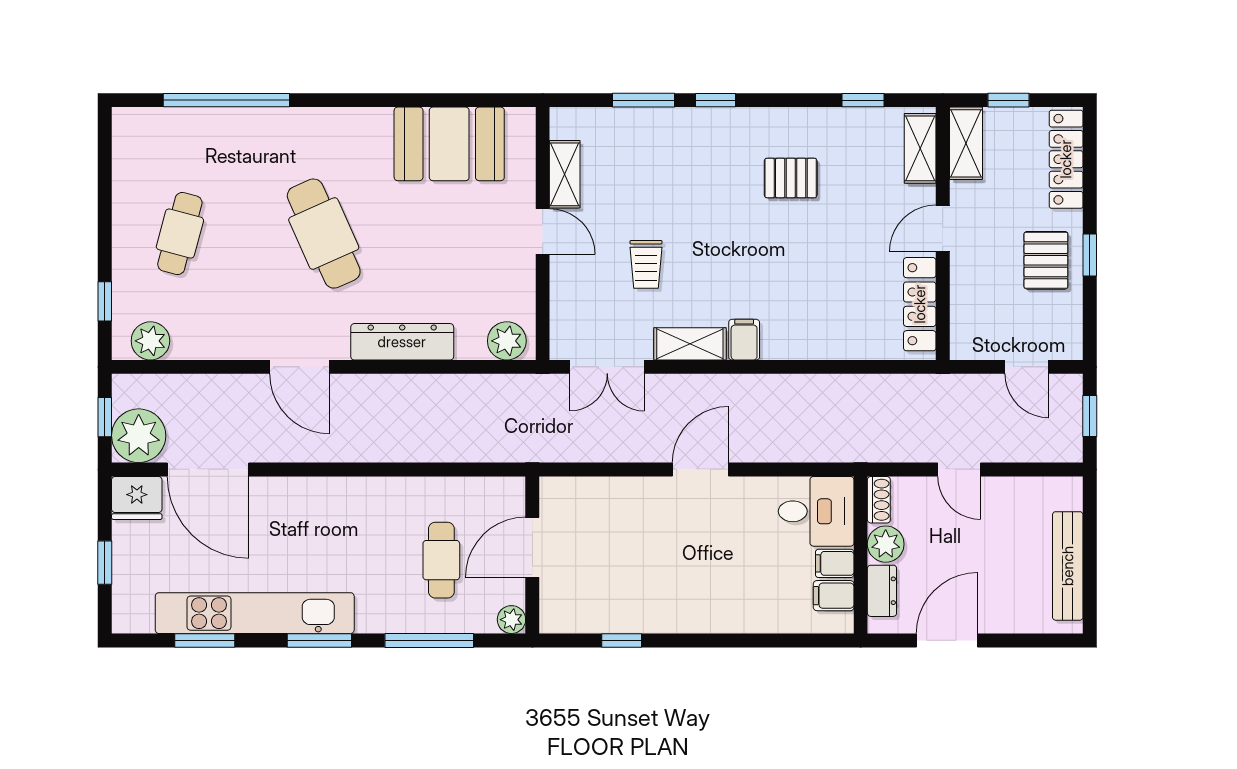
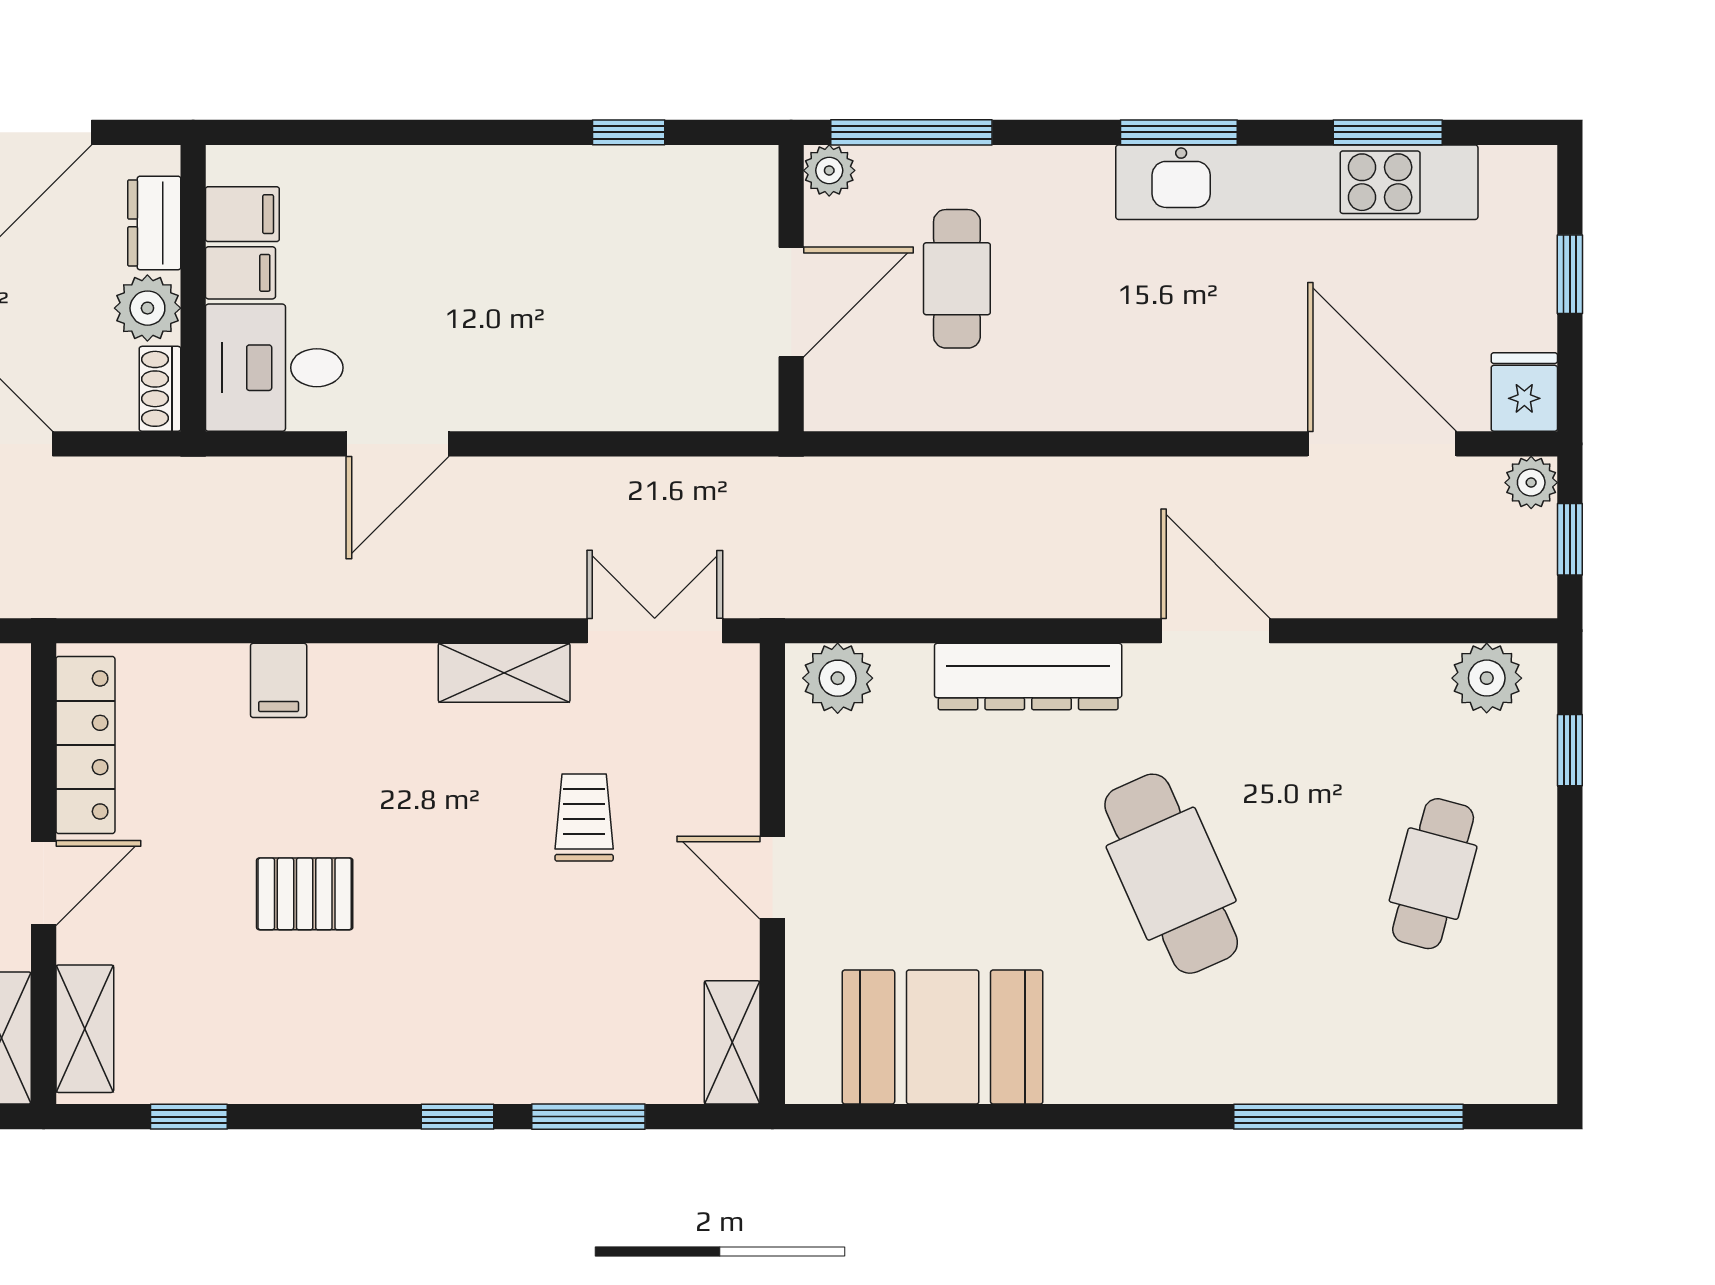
shelving: (565, 174) -> (732, 1042), moved
pallet: (791, 178) -> (305, 894), moved
filing cabinet: (744, 340) -> (279, 680), moved
plant: (139, 436) -> (1531, 483), width x0.53, depth x0.53
door: (701, 469) -> (397, 444), moved
fridge: (137, 498) -> (1524, 392), width x0.72
window: (429, 640) -> (911, 132), moved

